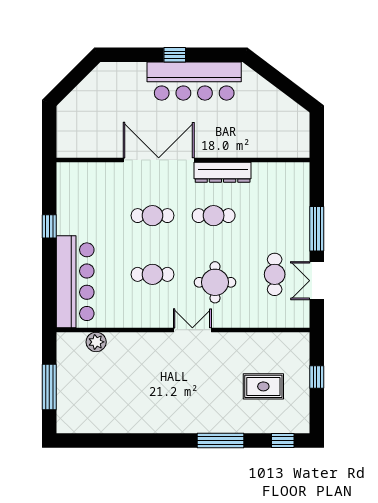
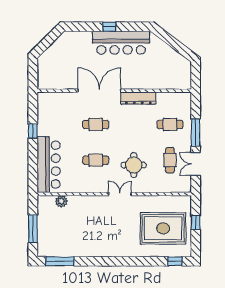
cafe table: (214, 216) -> (170, 124), moved
rug: (263, 386) -> (163, 228), width x1.86, depth x2.06
window: (221, 440) -> (60, 261), moved

